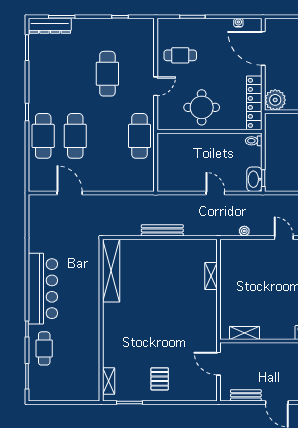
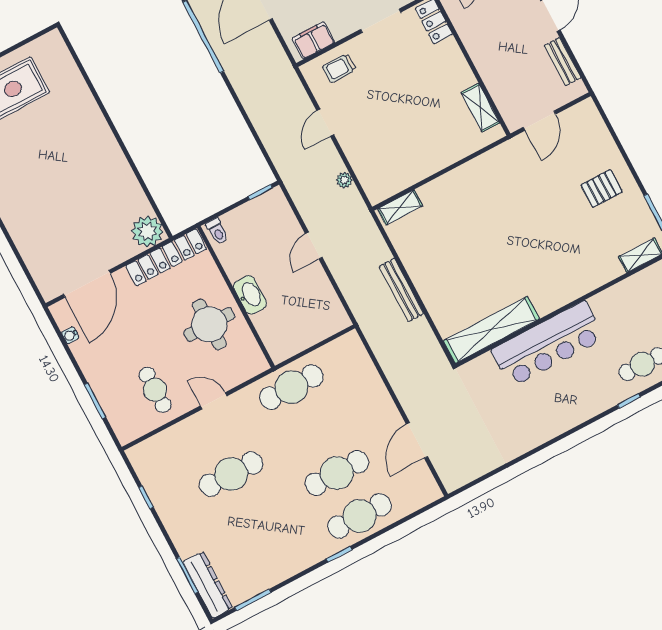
washbasin: (254, 179) -> (250, 295), moved, turned -90
shelving: (211, 276) -> (400, 207), moved
bar counter: (43, 289) -> (548, 344), moved, turned 180

